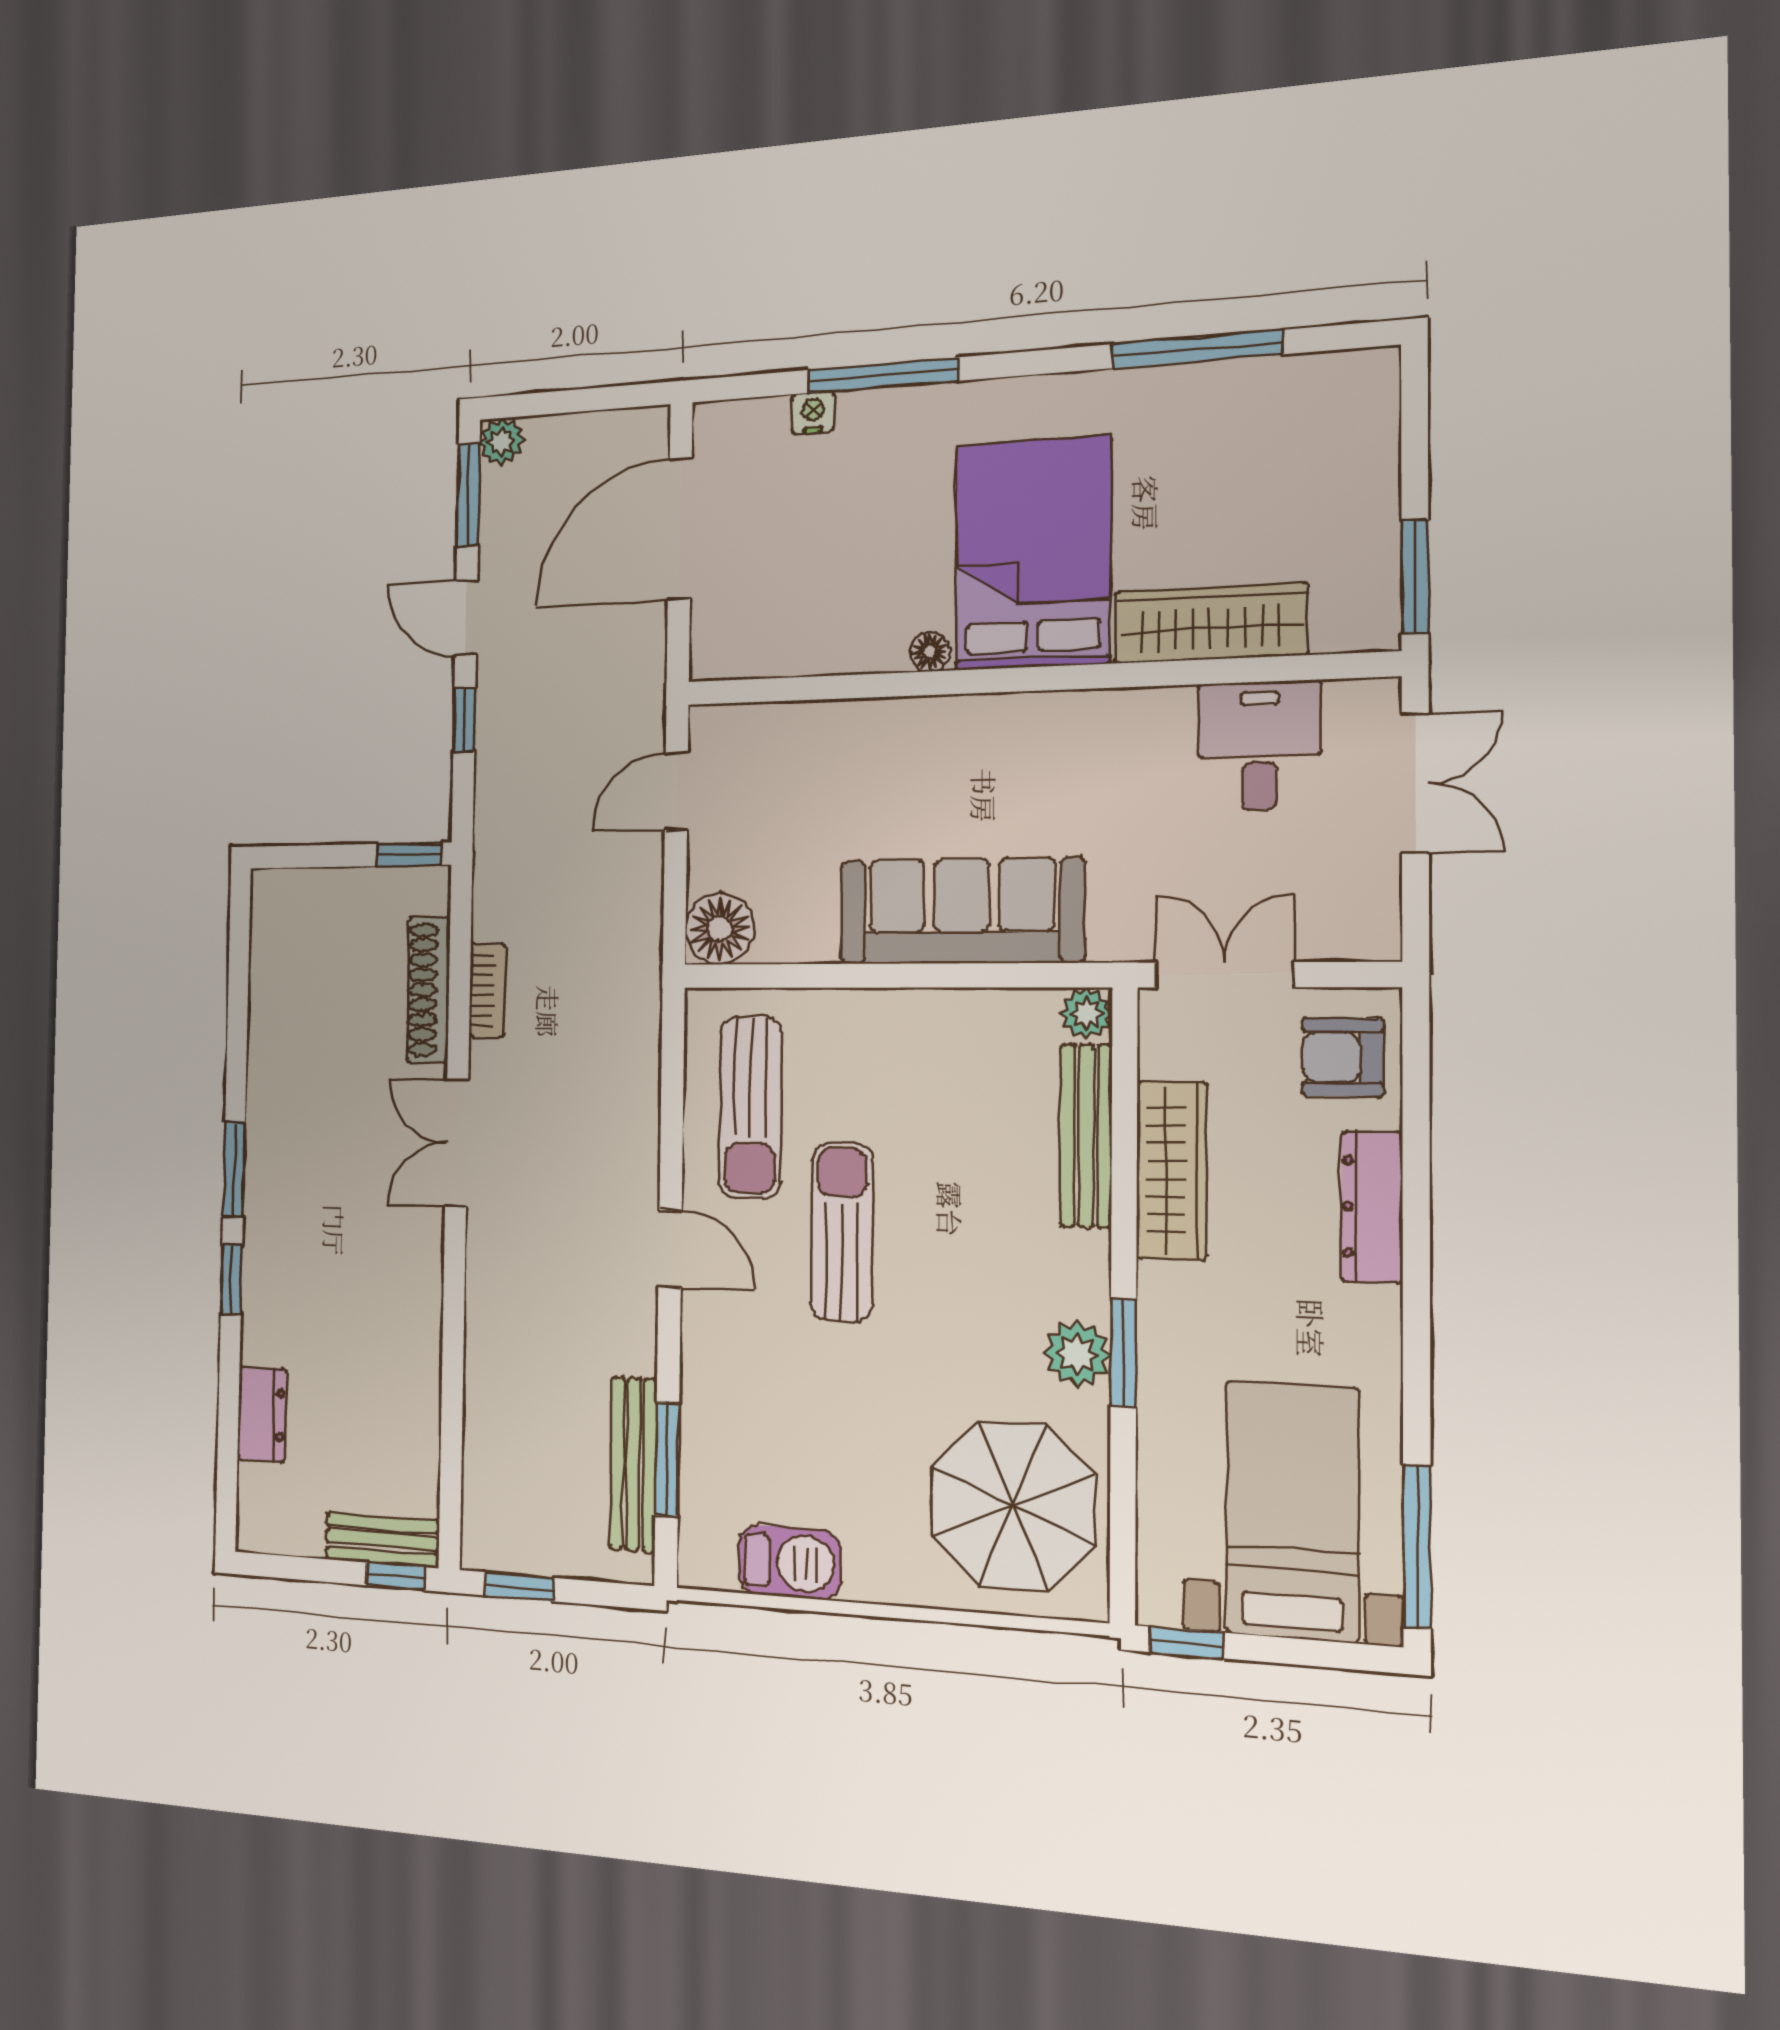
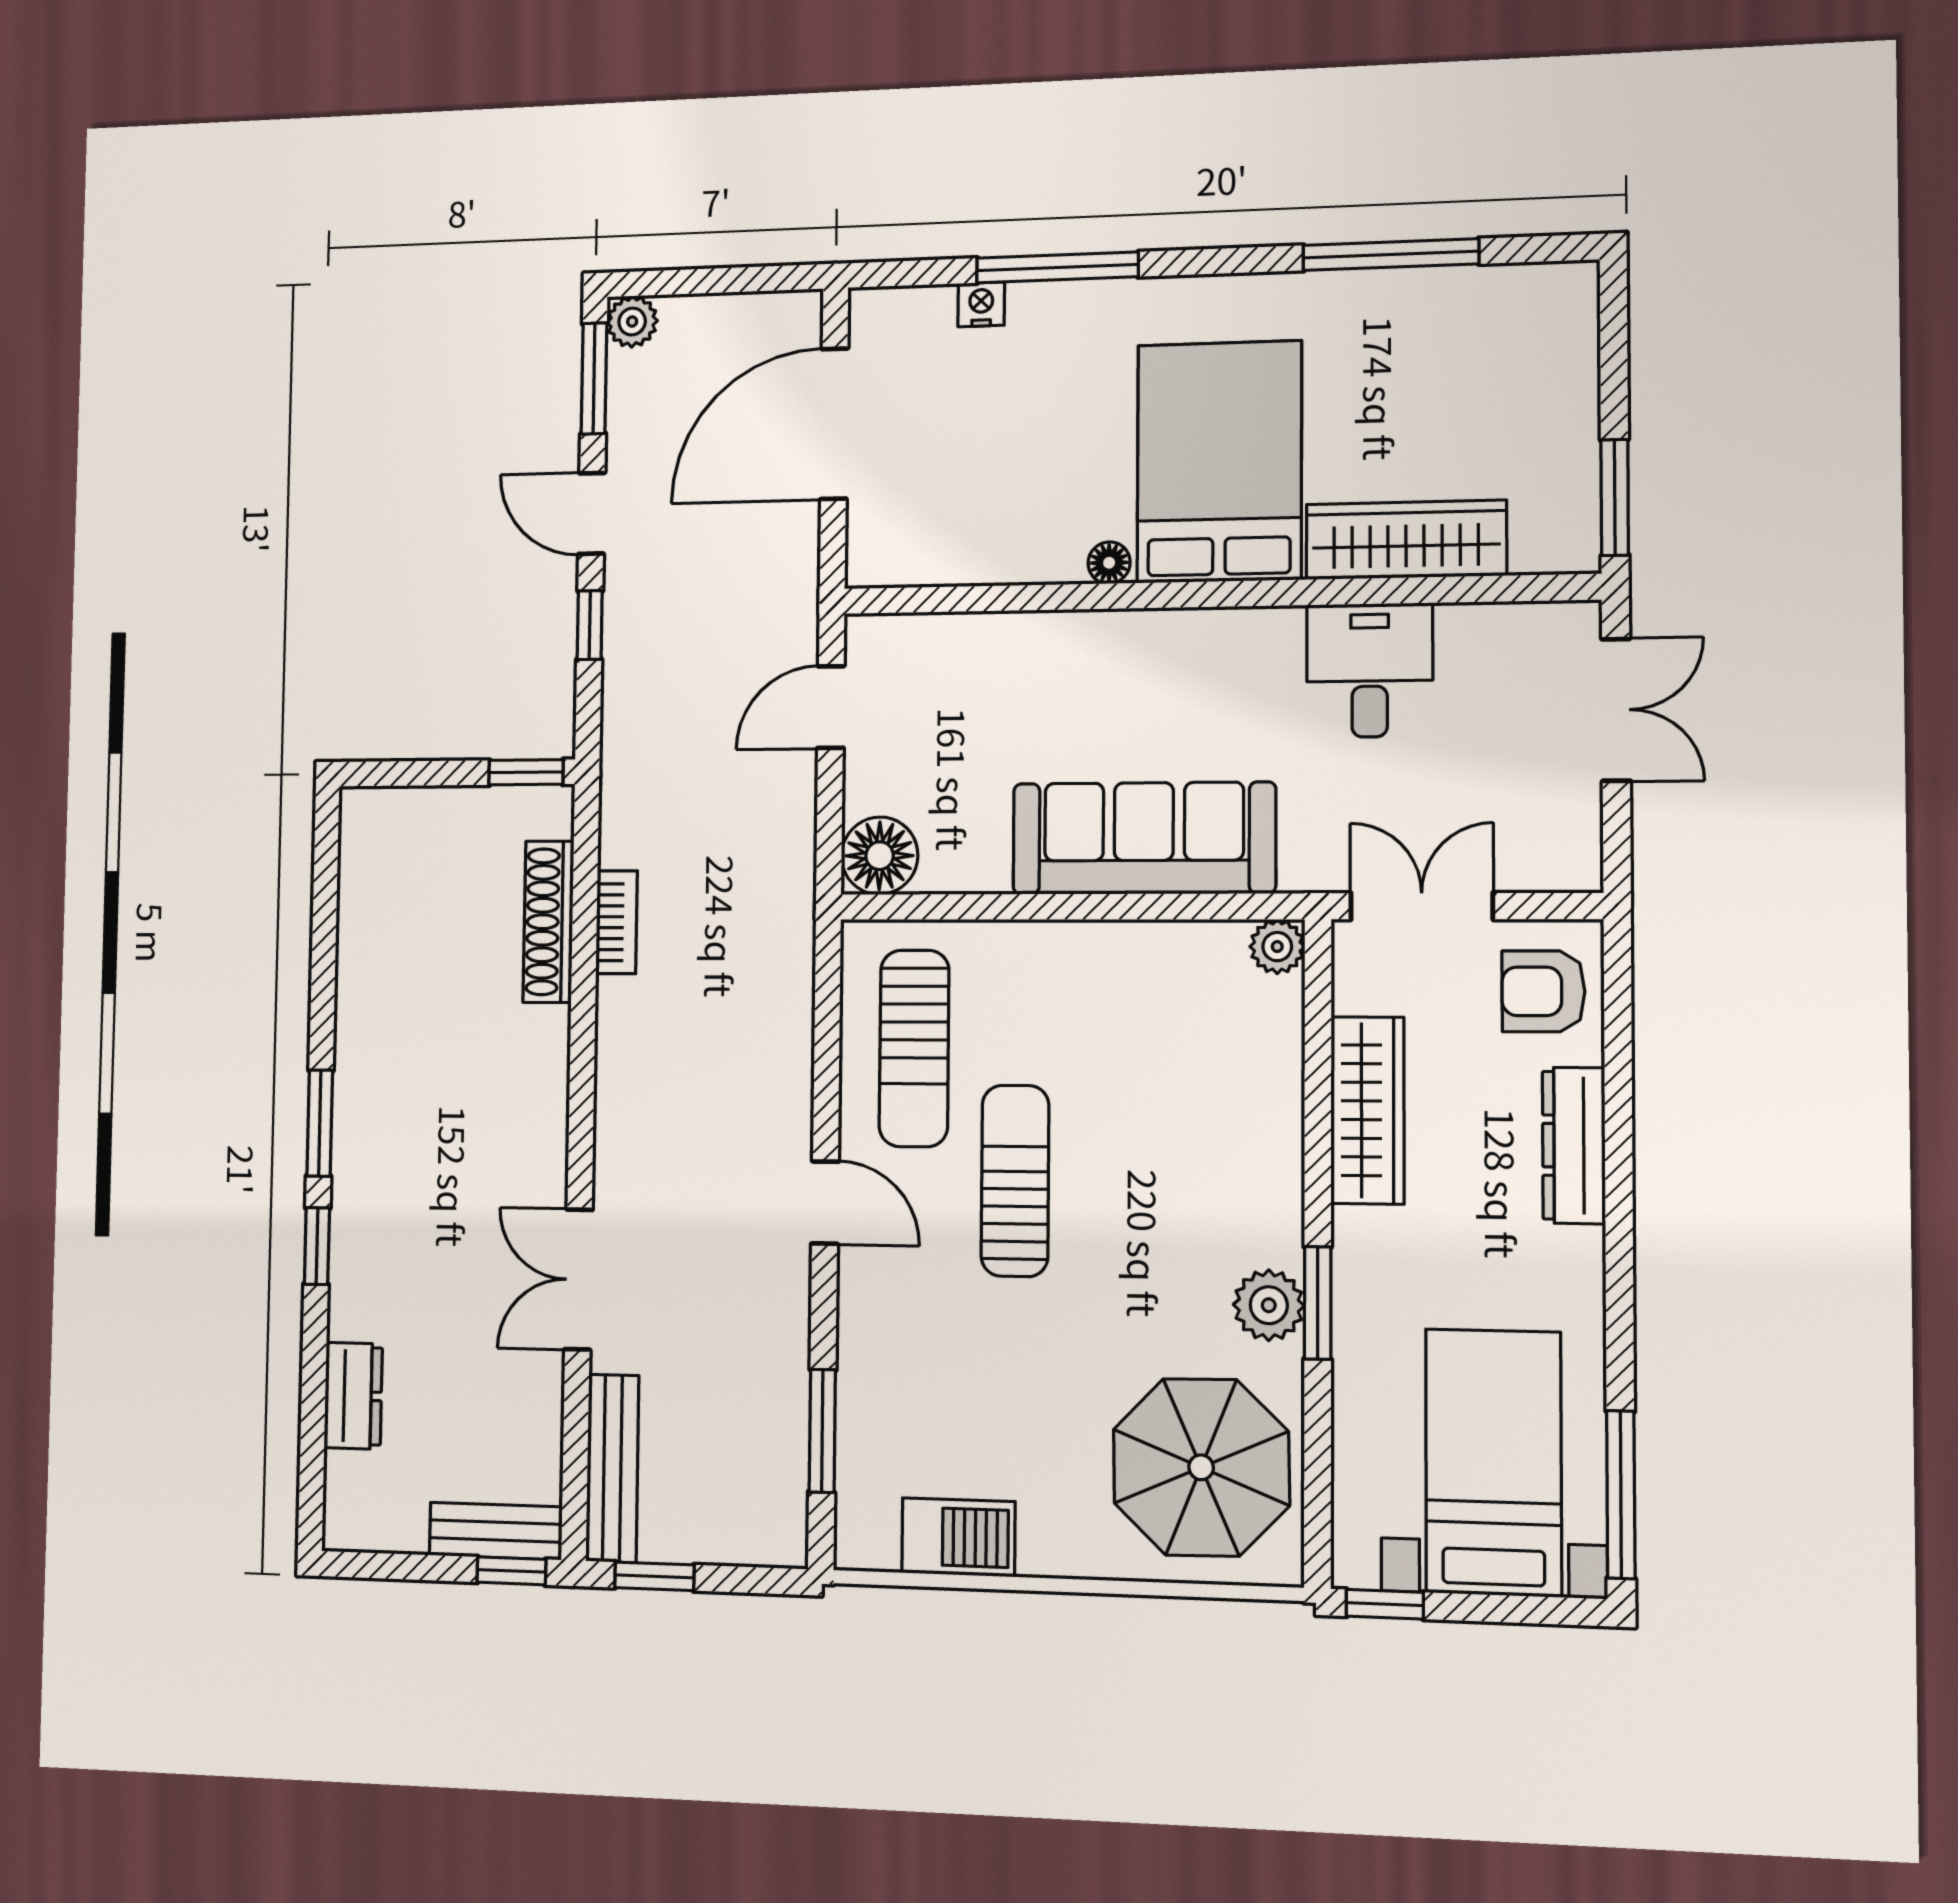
desk: (1260, 746) -> (1370, 670), moved
bench: (1086, 1136) -> (1277, 1075), removed
double door: (457, 1143) -> (578, 1279), moved
bench: (633, 1464) -> (612, 1468), moved

